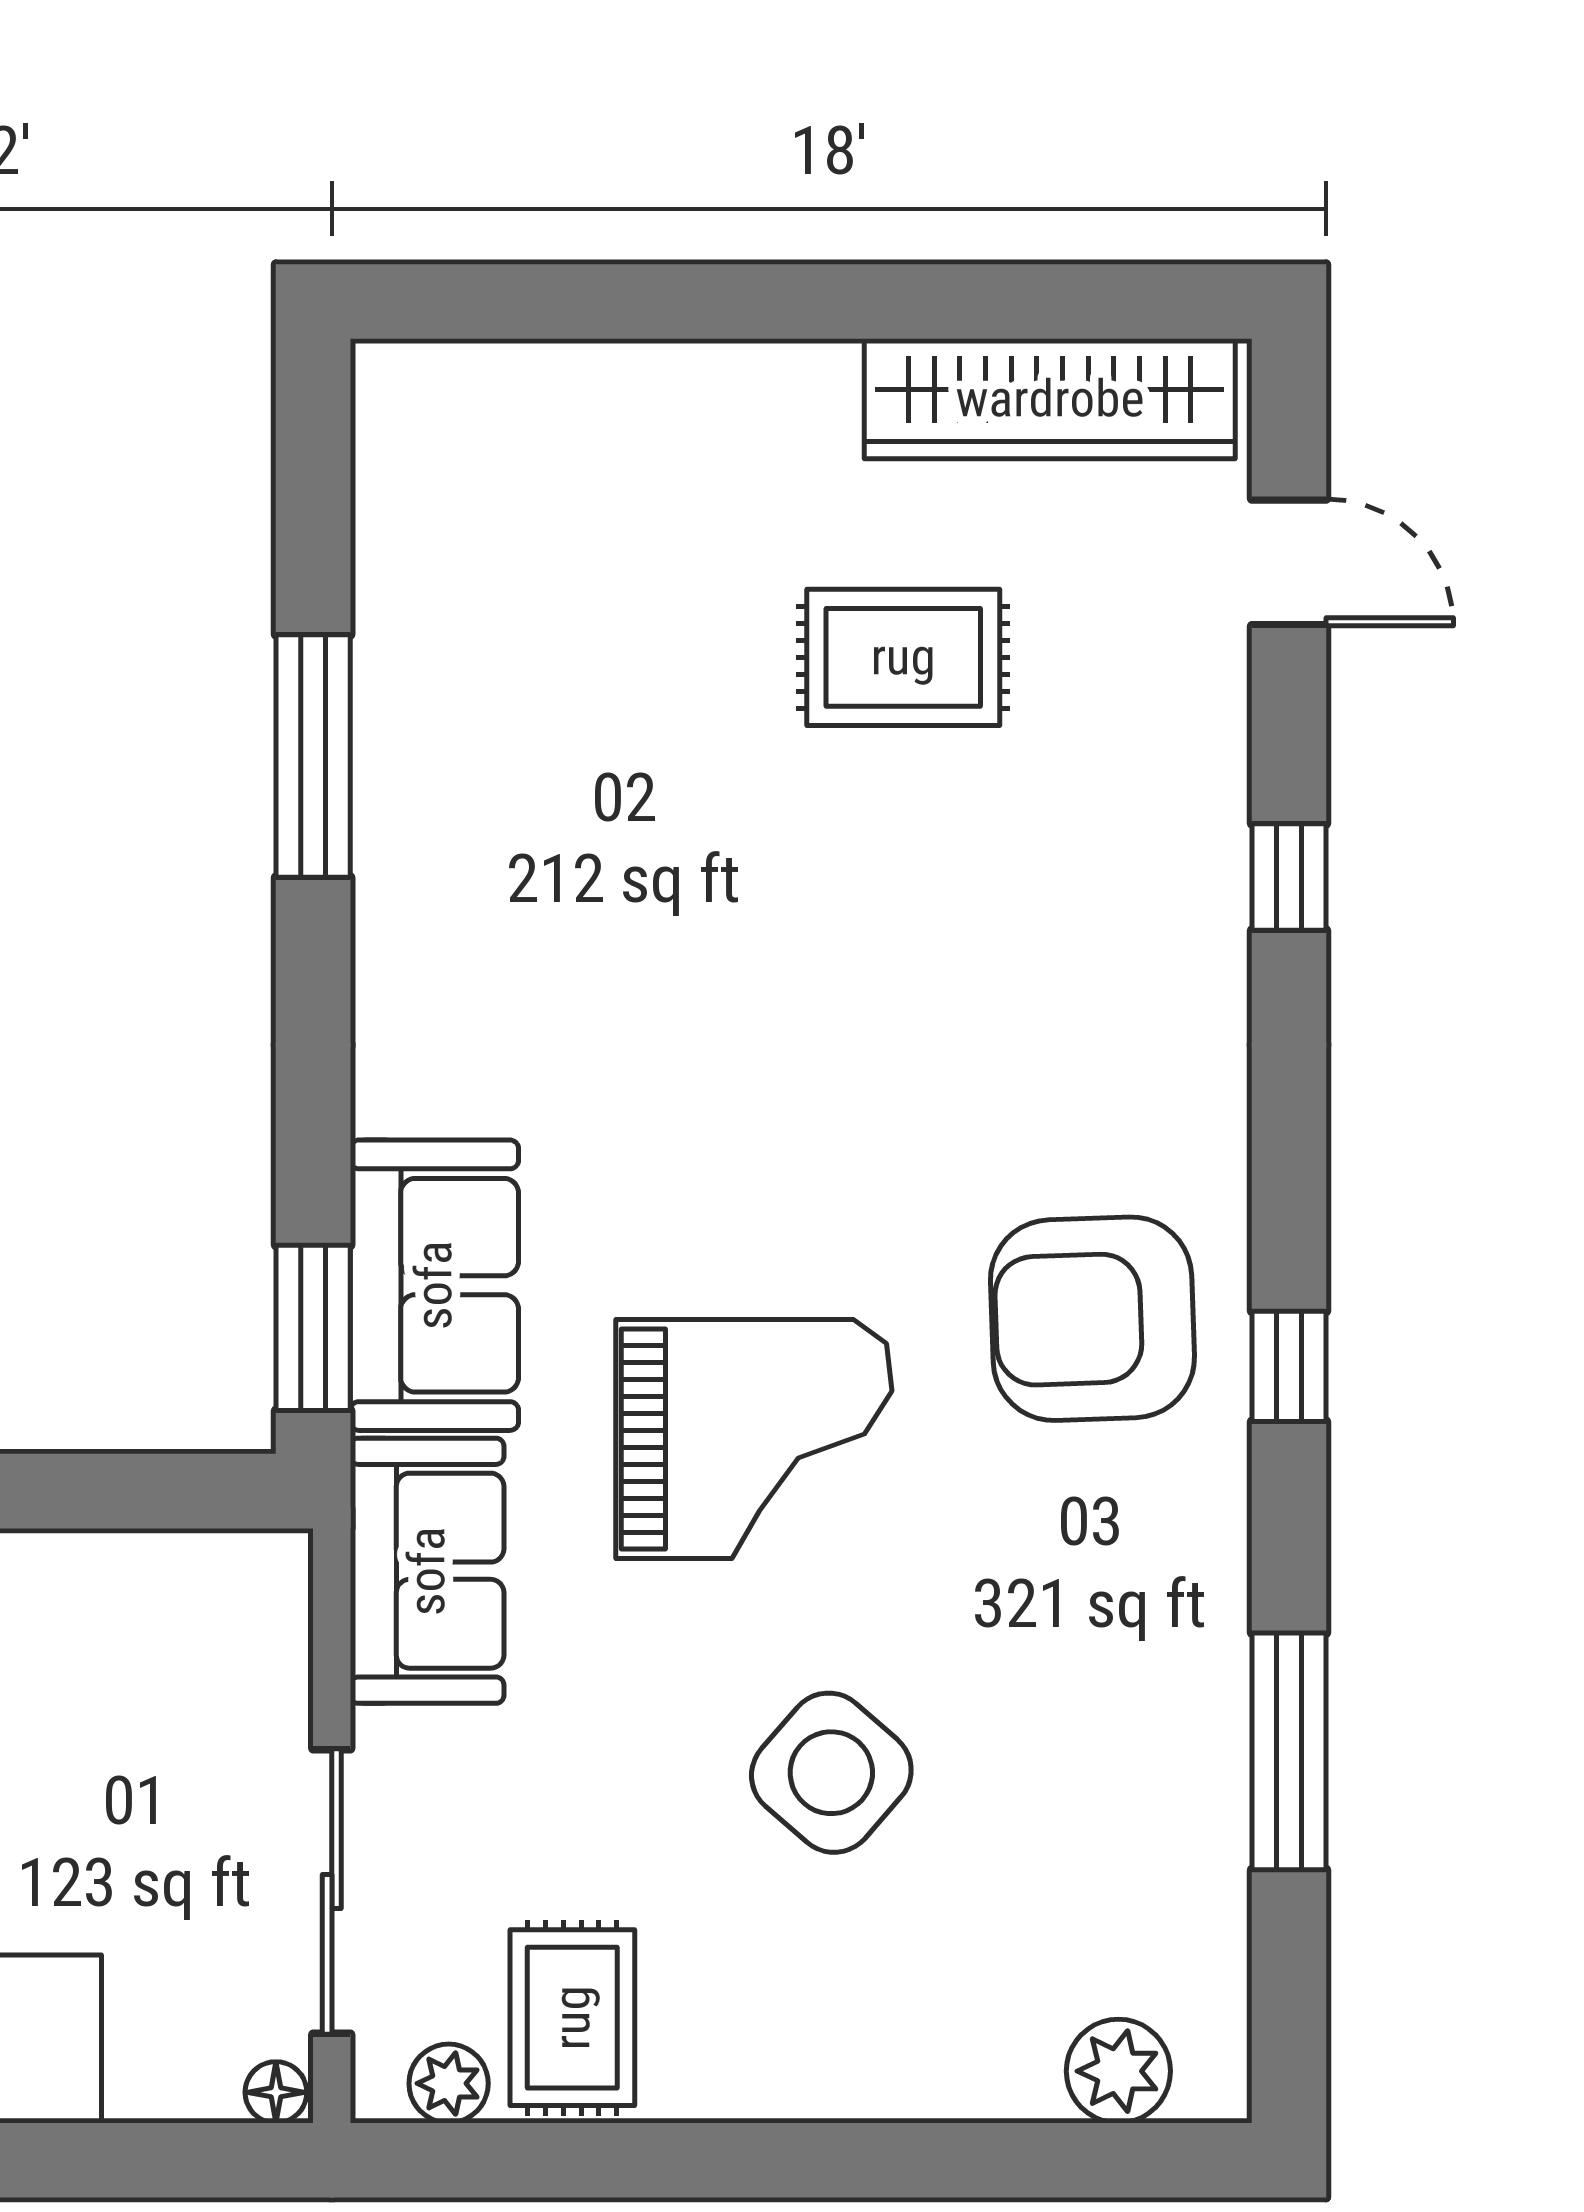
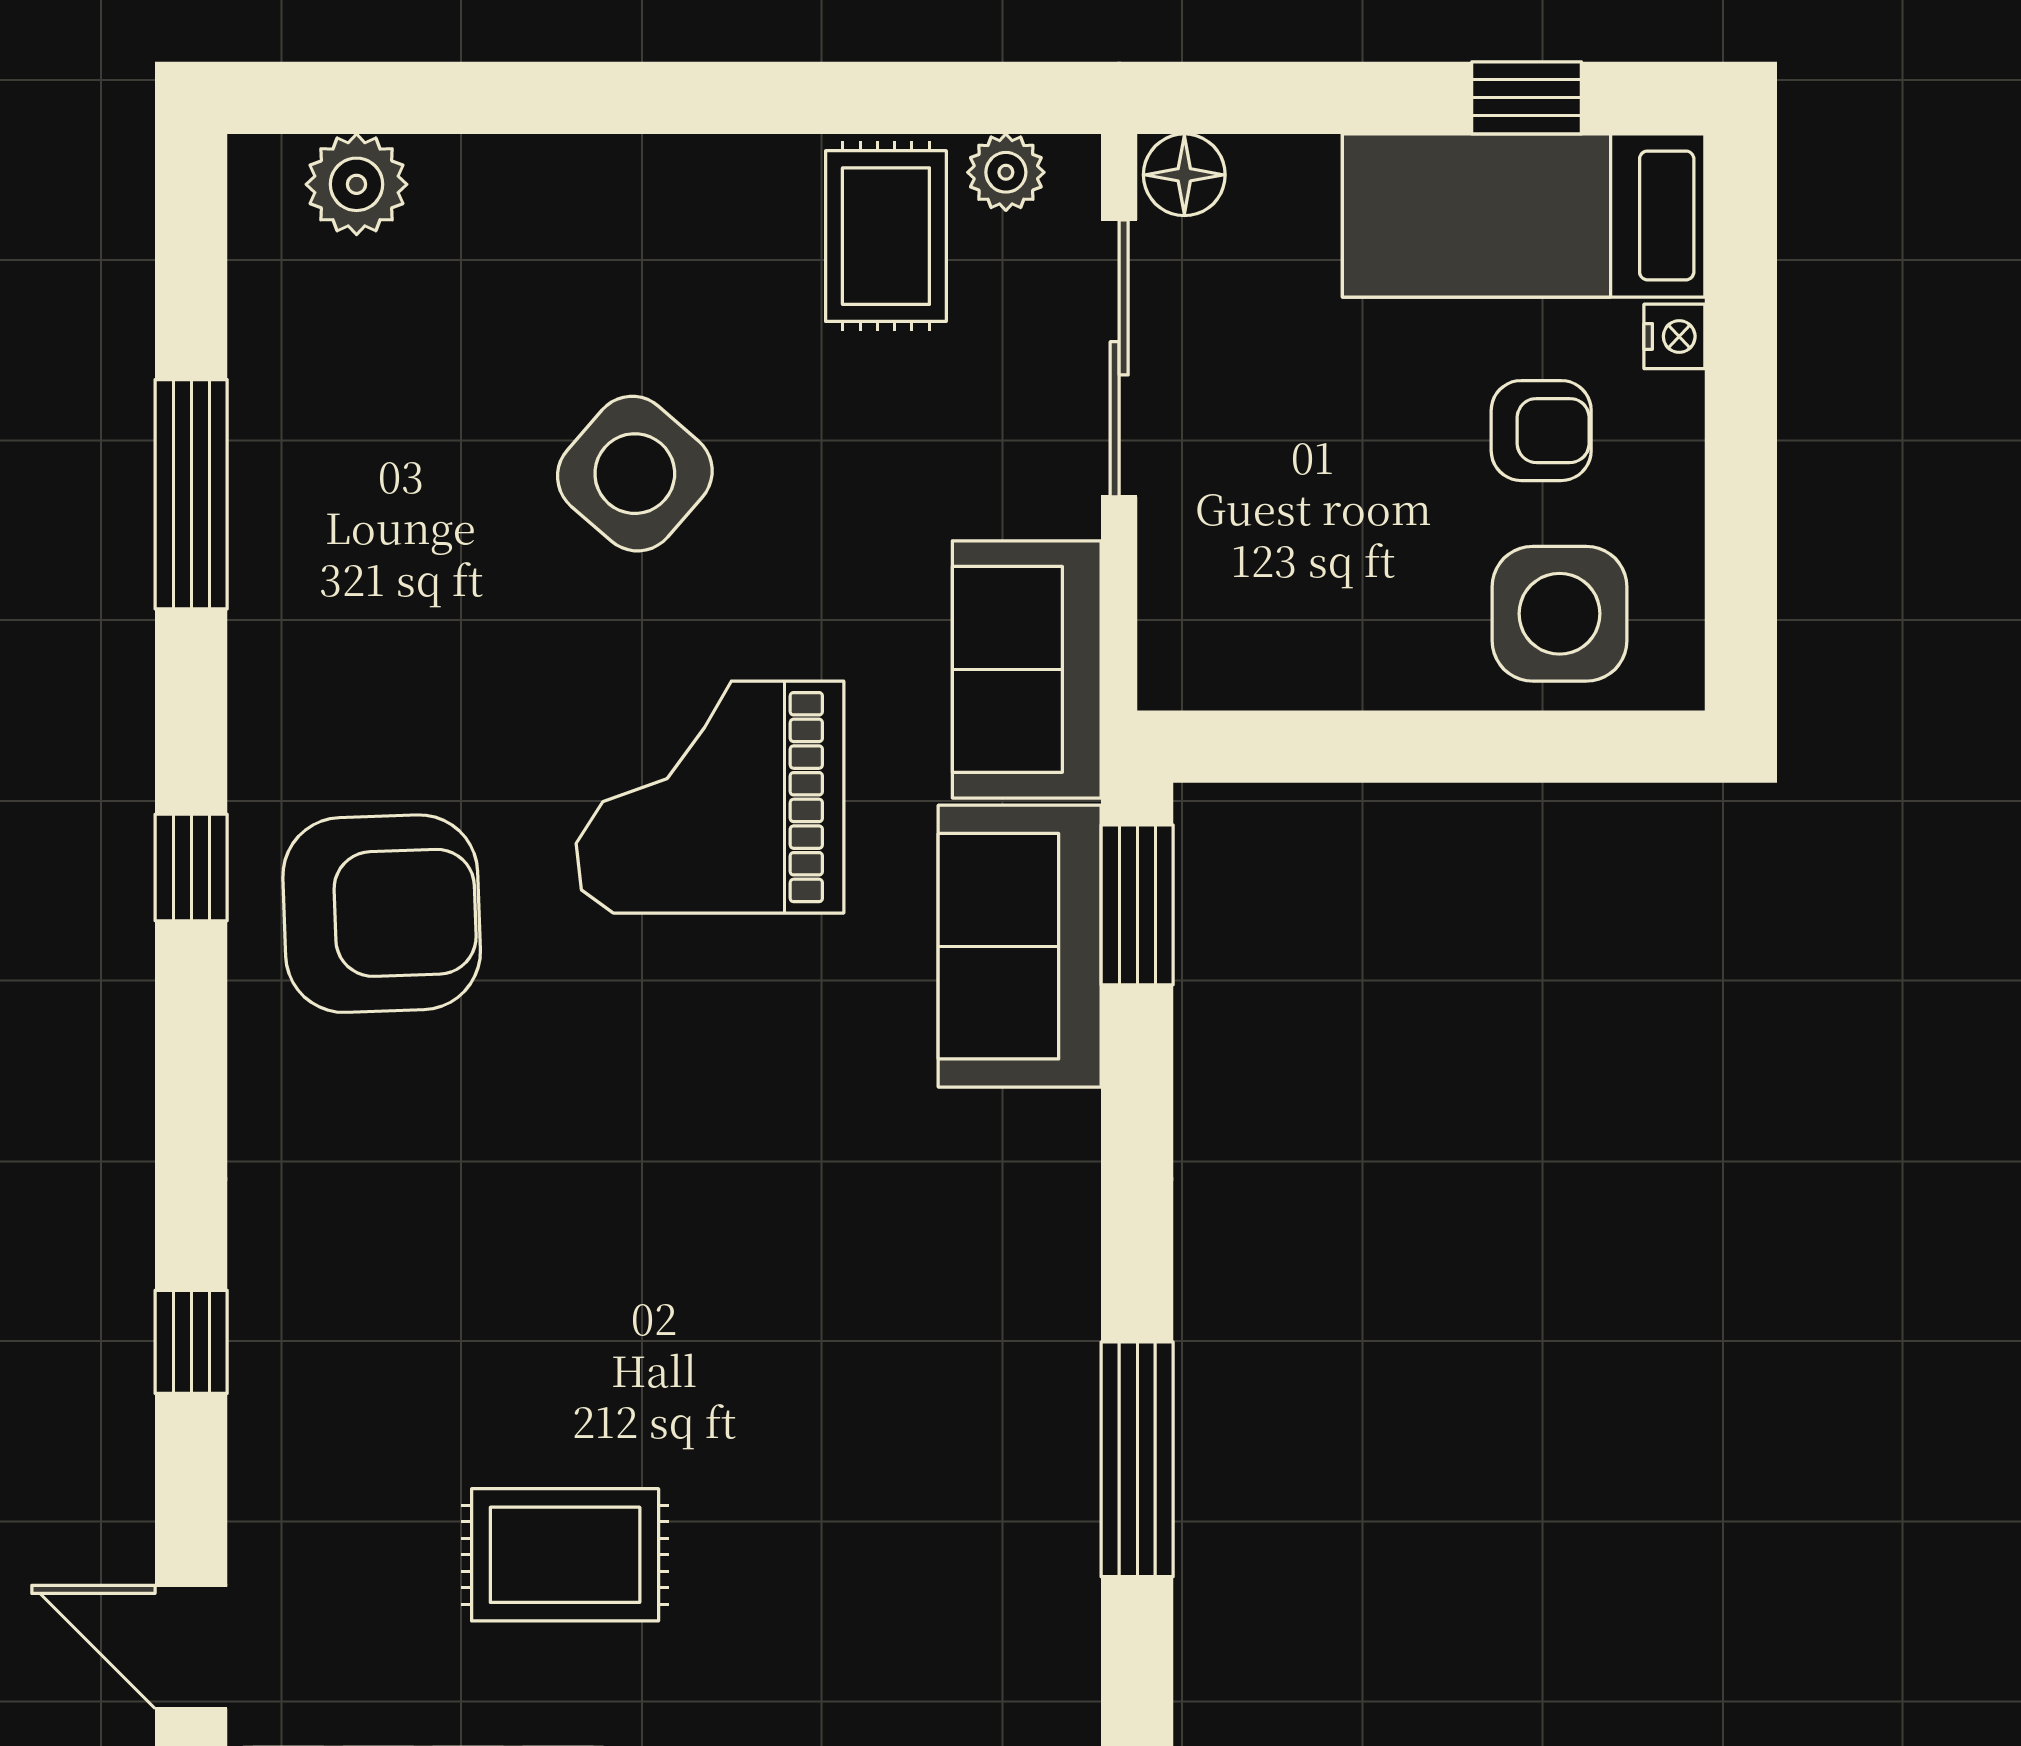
floor lamp: (276, 2092) -> (1184, 175), width x1.37, depth x1.37

